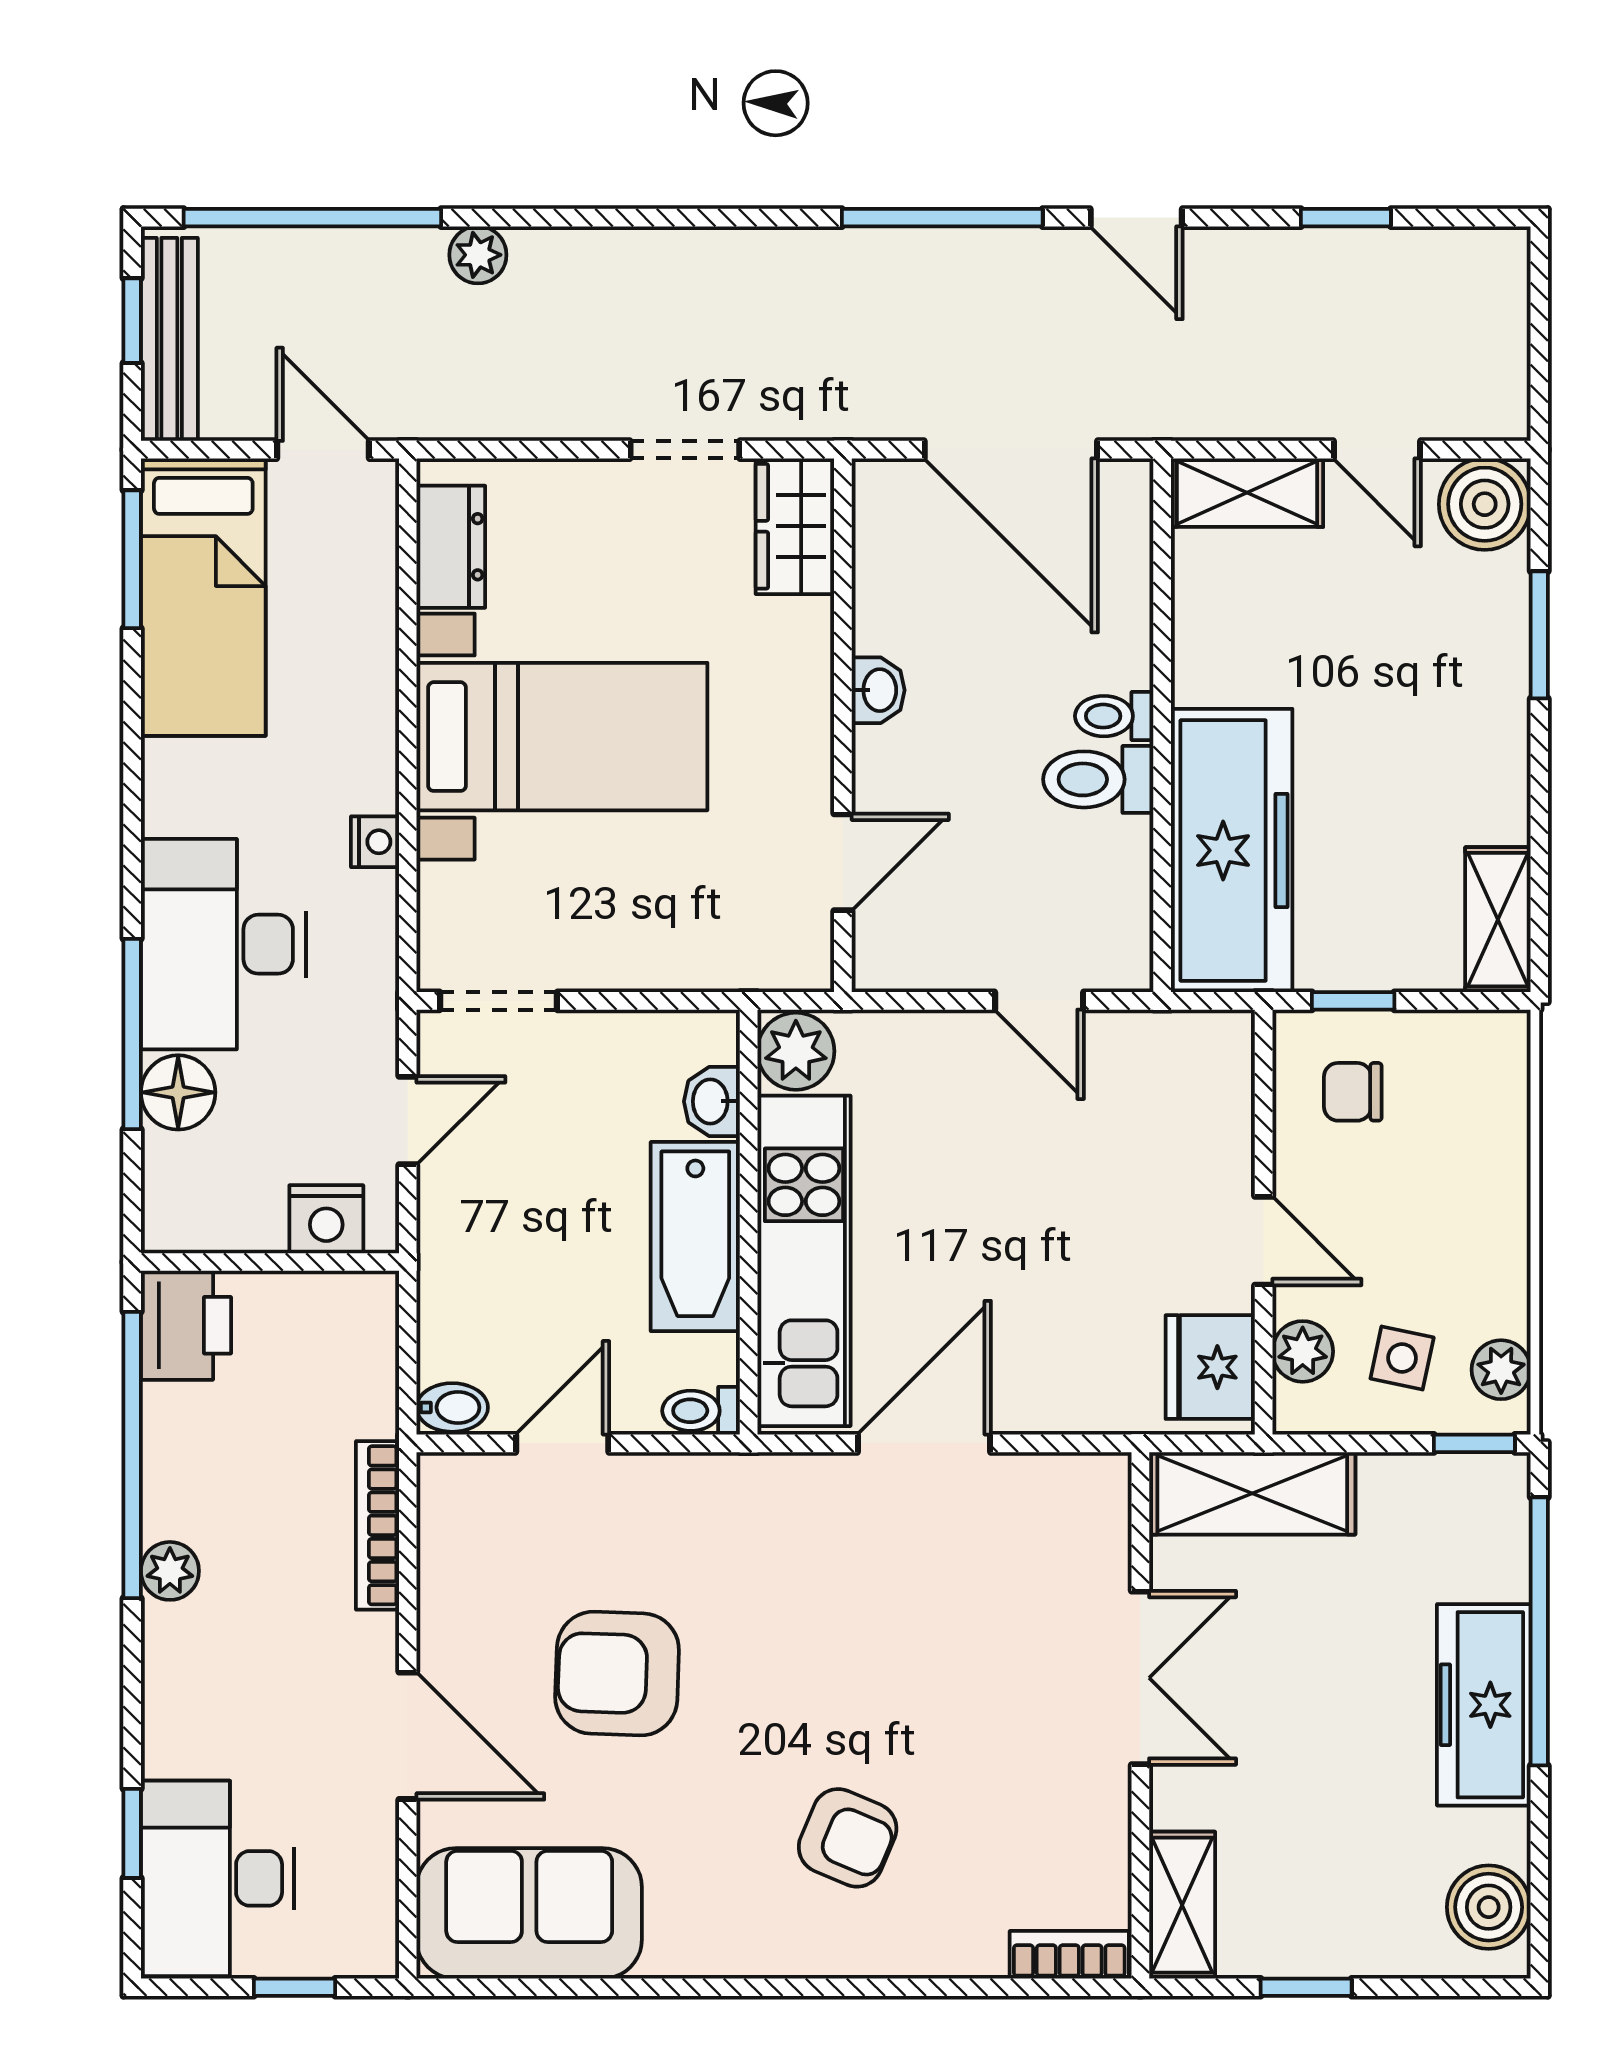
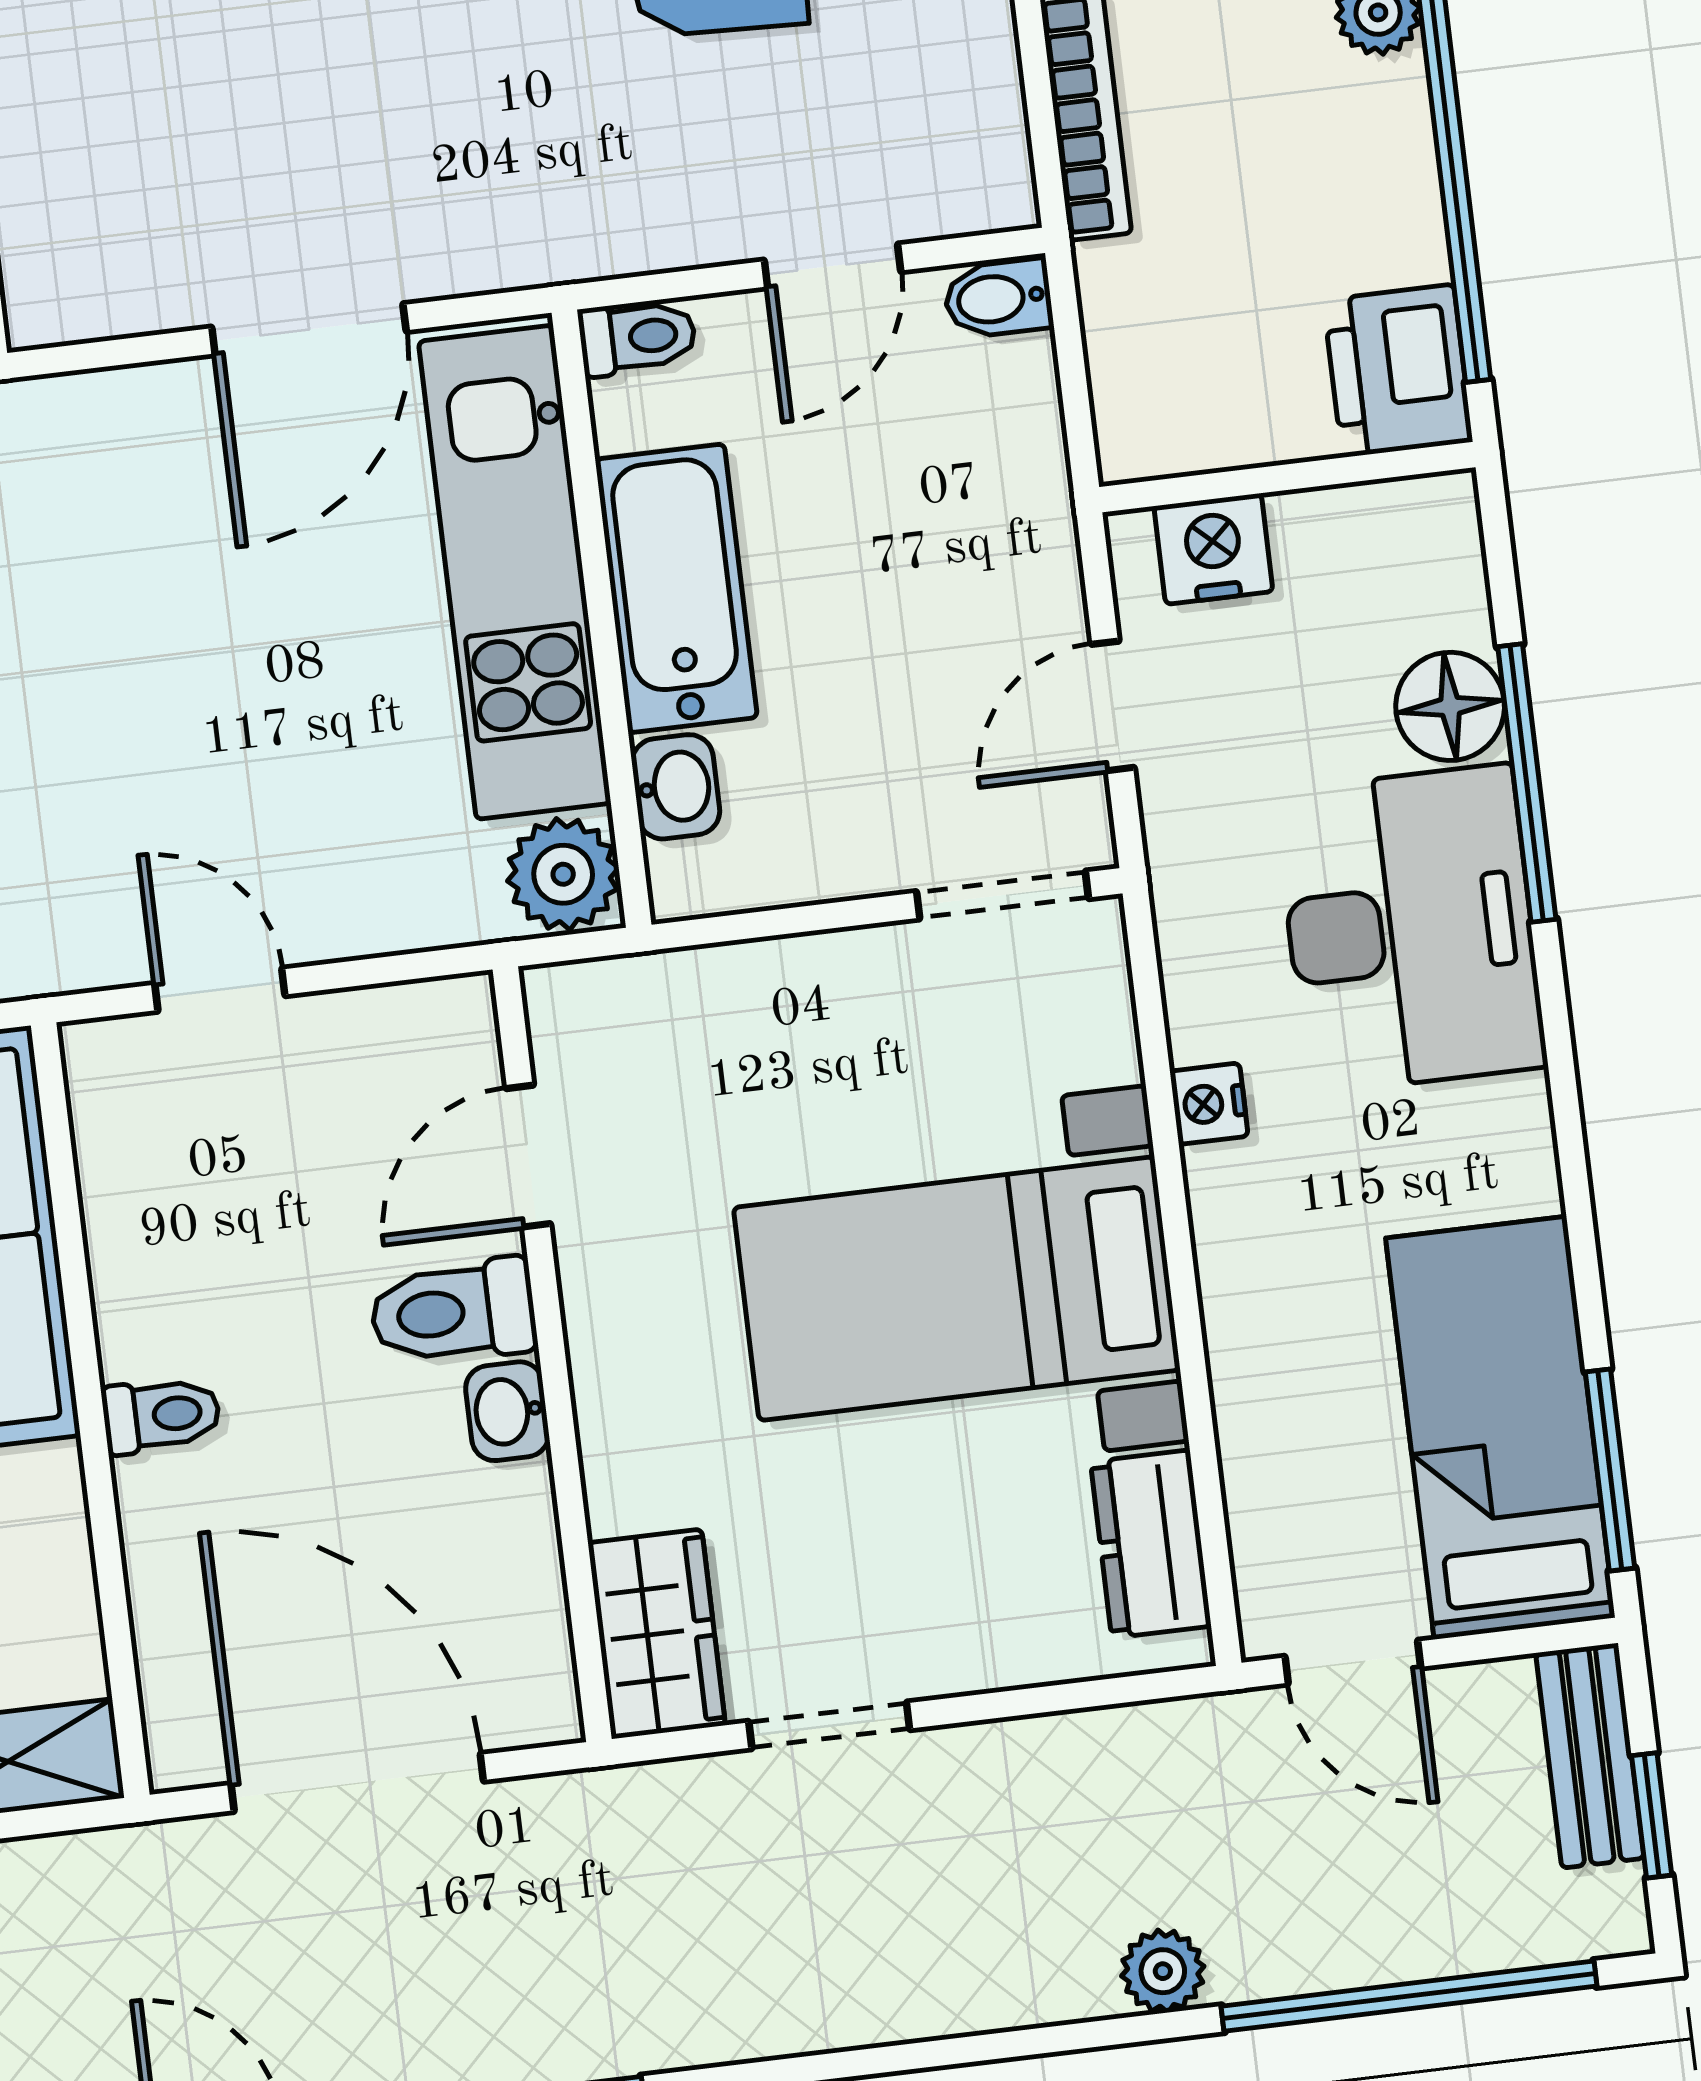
bench: (169, 339) -> (1590, 1756), width x0.73
toilet: (1098, 779) -> (453, 1312), moved, turned 180

